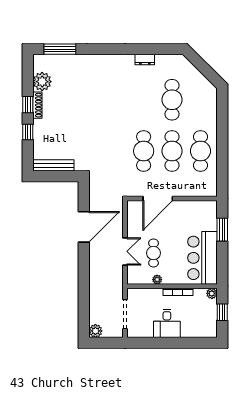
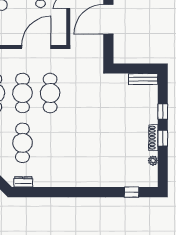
window: (60, 49) -> (132, 192), width x0.46
dresser: (145, 60) -> (23, 182), moved
plant: (42, 82) -> (153, 161), width x0.53, depth x0.53
bench: (53, 165) -> (143, 79), width x0.73

